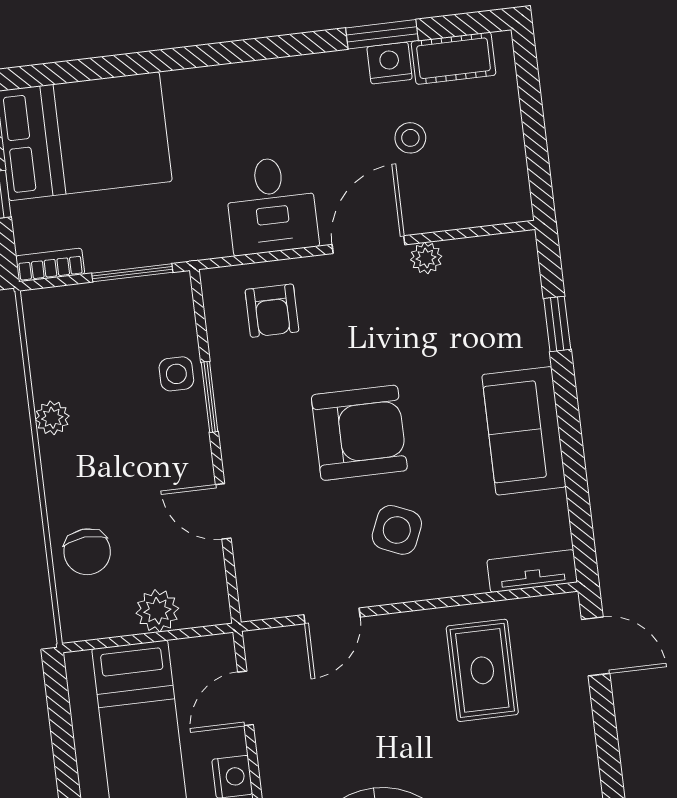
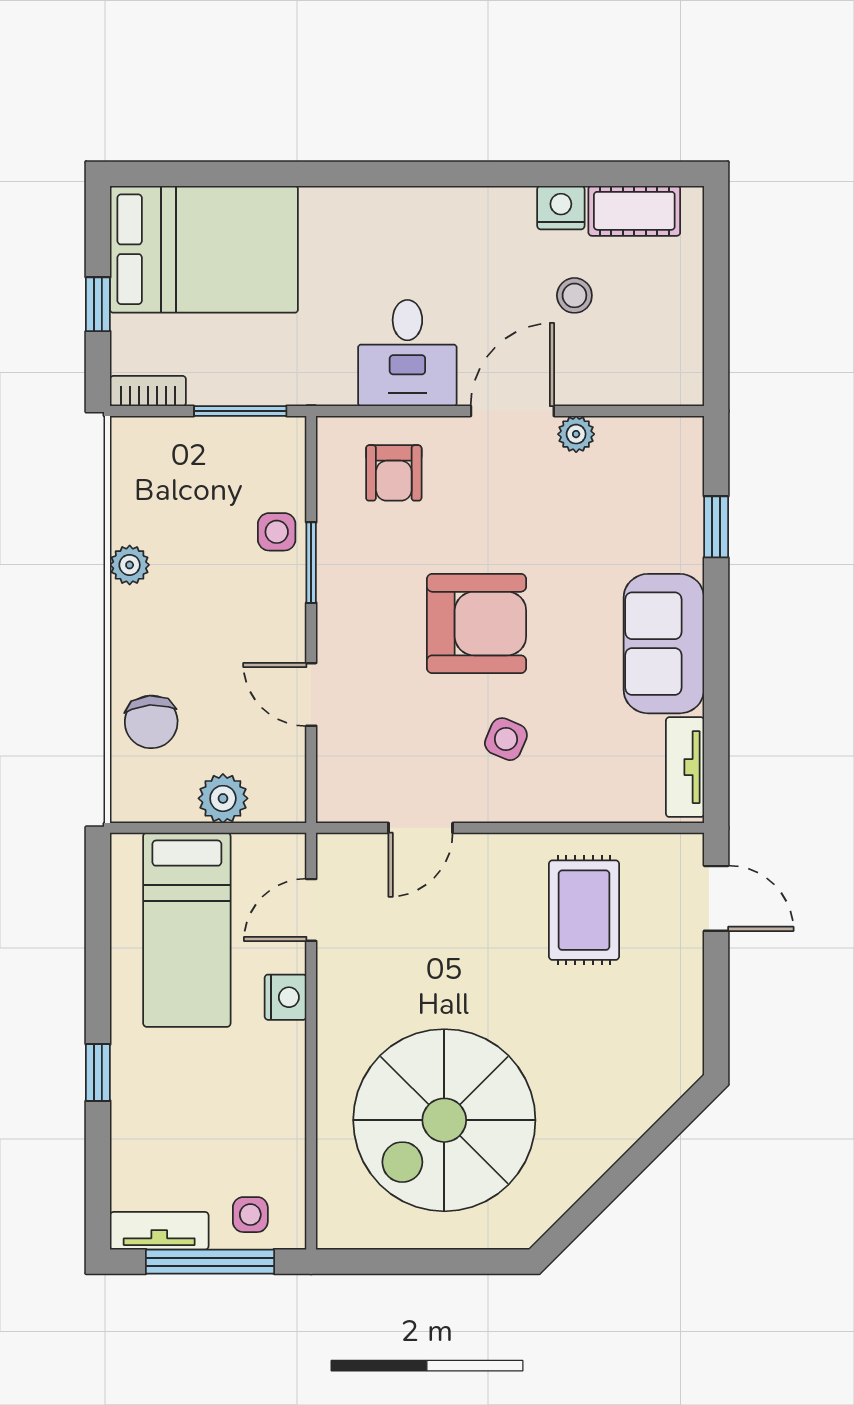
window: (382, 34) -> (556, 174), removed
side table: (397, 530) -> (506, 739), width x0.73, depth x0.73
tv unit: (532, 571) -> (685, 767), moved, turned -90

